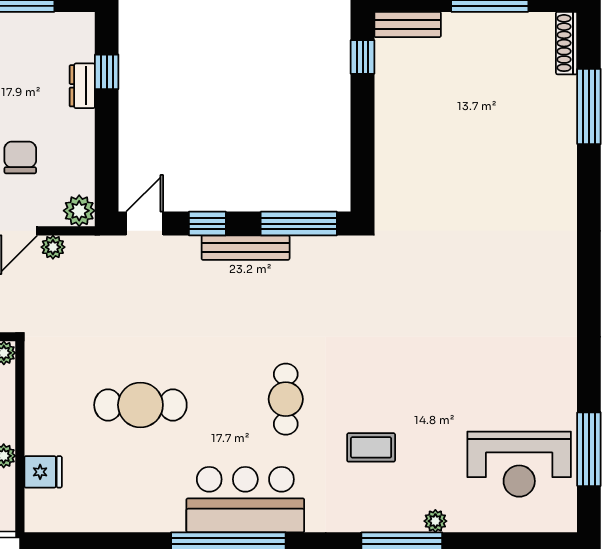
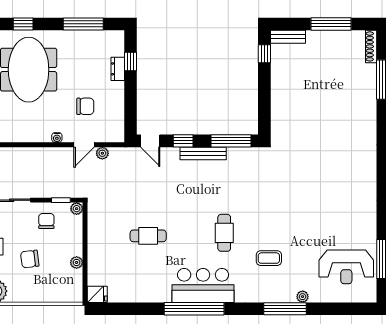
chair: (20, 157) -> (85, 106), turned 90
plant: (79, 211) -> (116, 134), removed
door: (145, 224) -> (150, 141), swing flipped
cafe table: (140, 405) -> (148, 236), width x0.73, depth x0.74
fridge: (43, 472) -> (97, 294), moved

